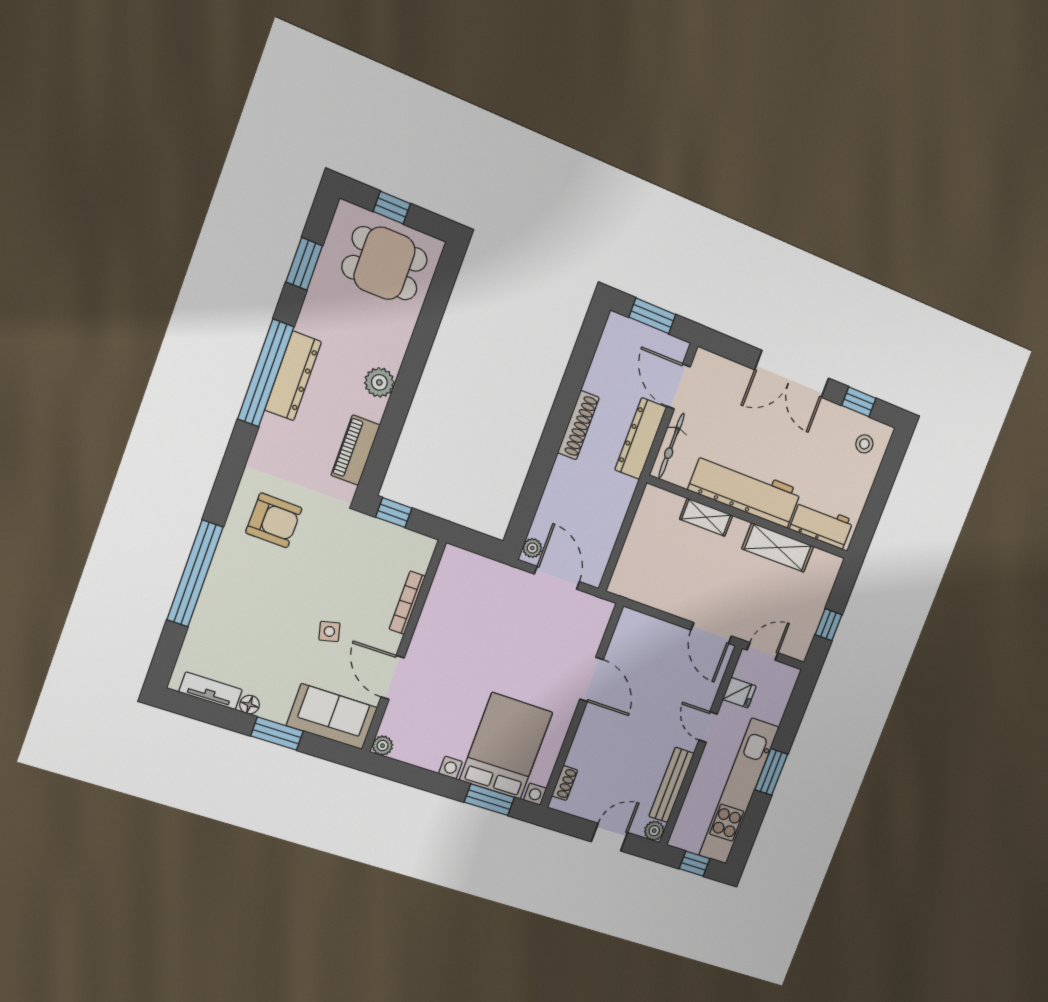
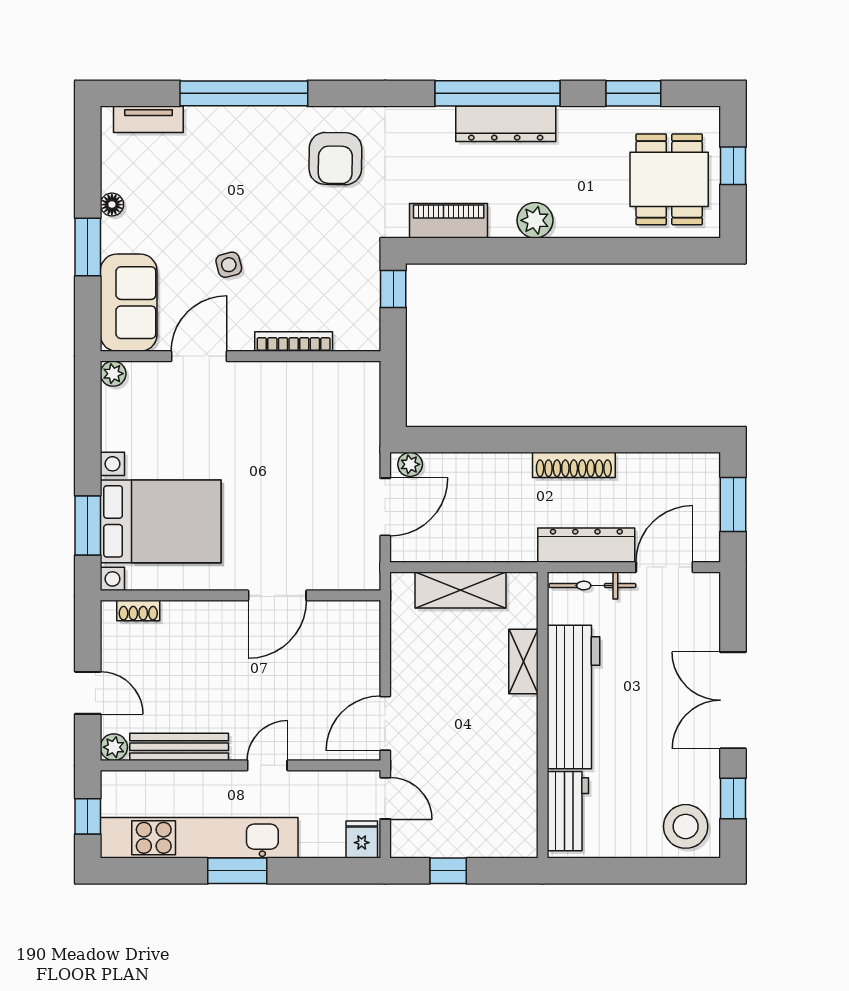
stool: (864, 444) -> (686, 826), width x1.89, depth x1.89
shelving: (778, 548) -> (460, 590), moved, turned 90
tv unit: (211, 691) -> (148, 119), moved, turned 90
fridge: (739, 693) -> (362, 840), moved, turned 180

